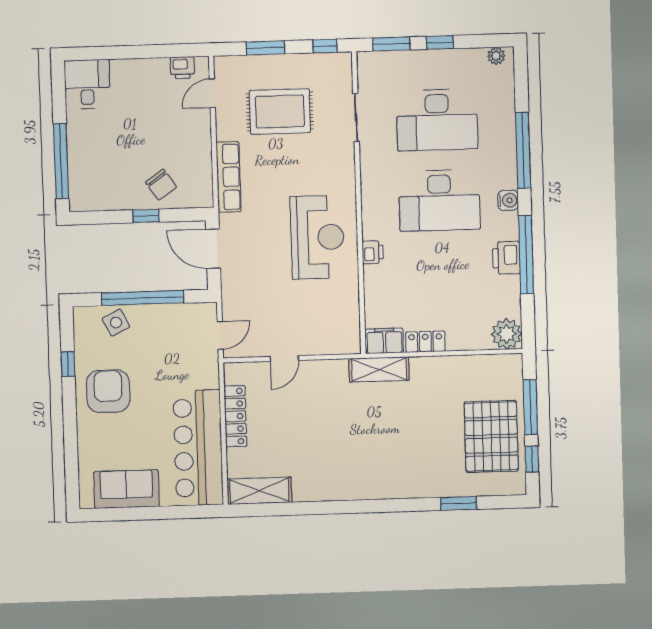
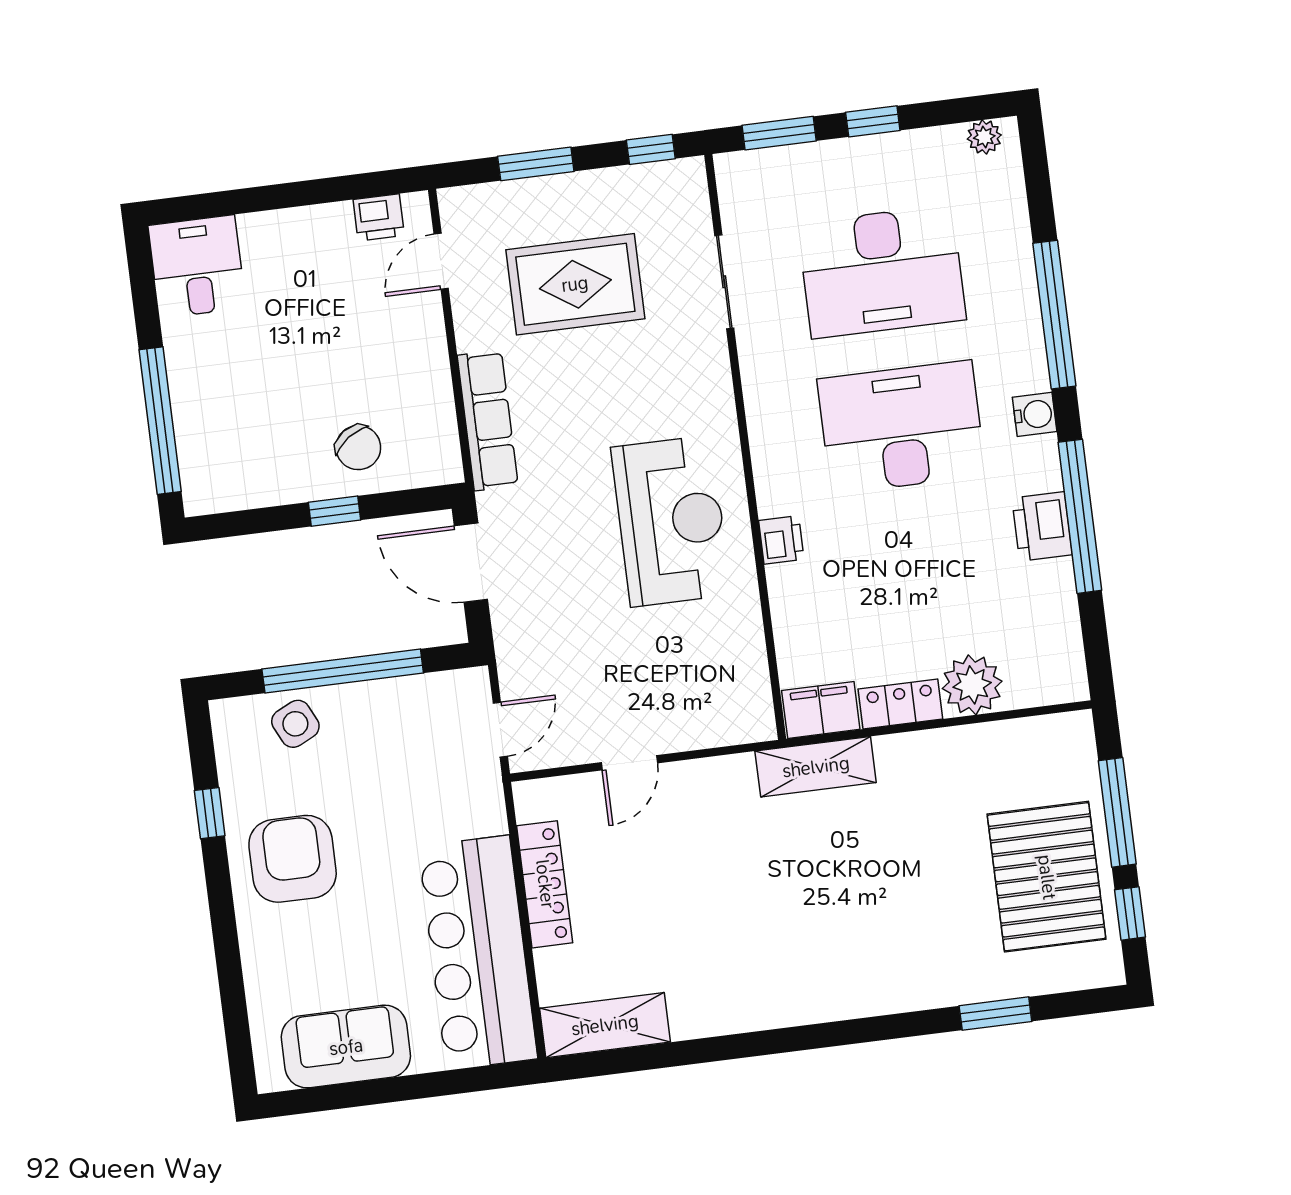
desk: (439, 200) -> (901, 427), turned 180
plant: (507, 334) -> (972, 685), moved

